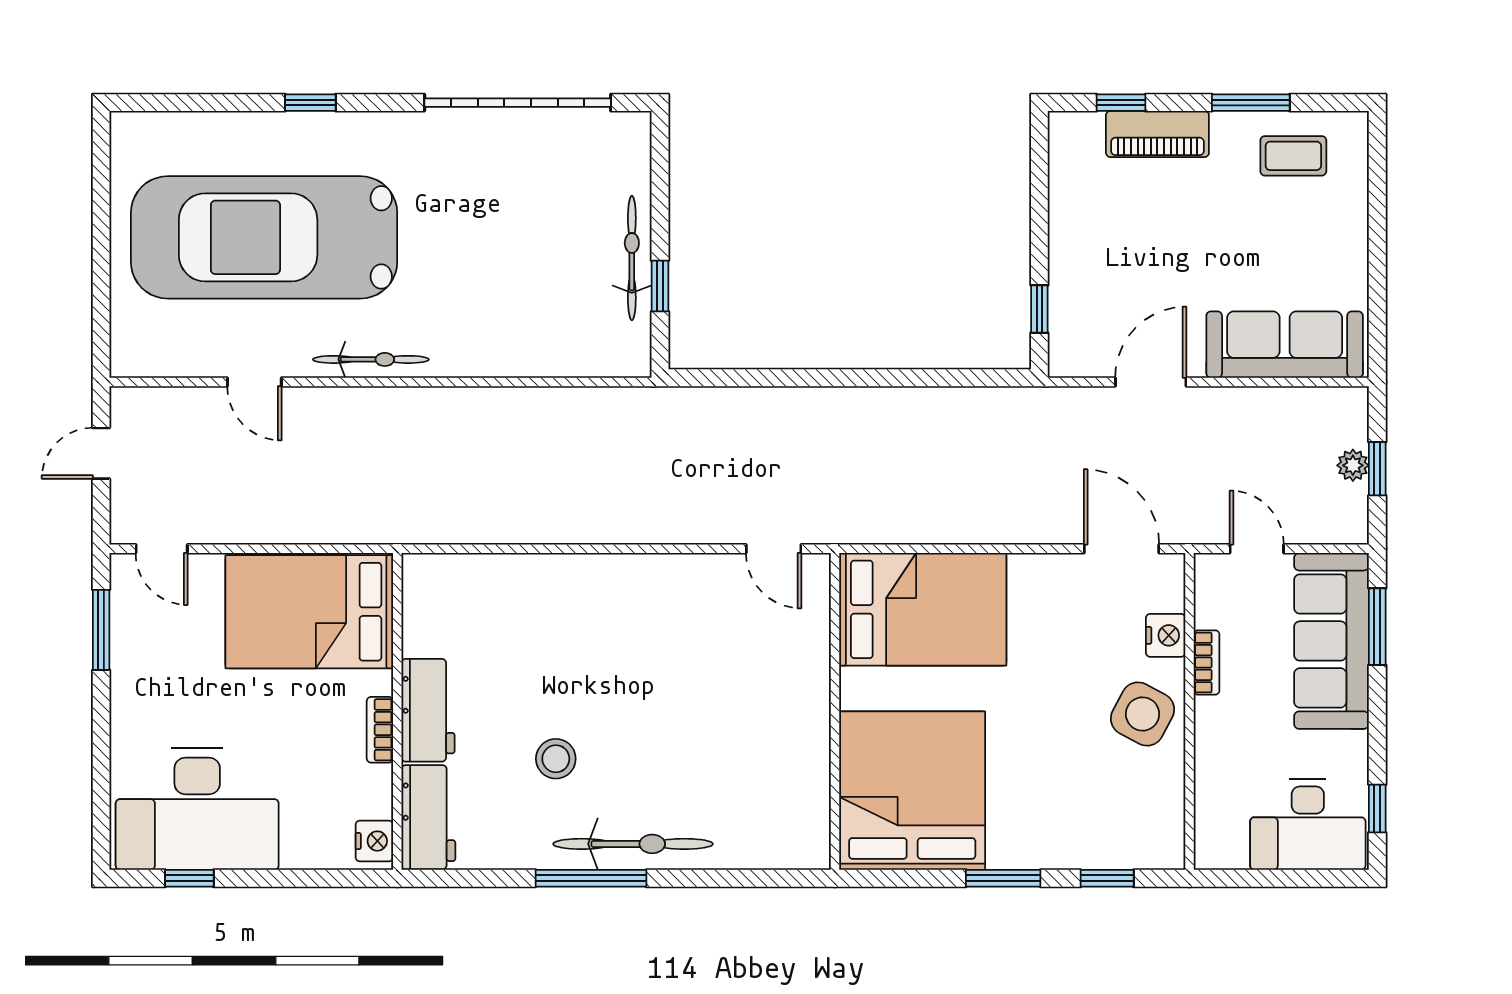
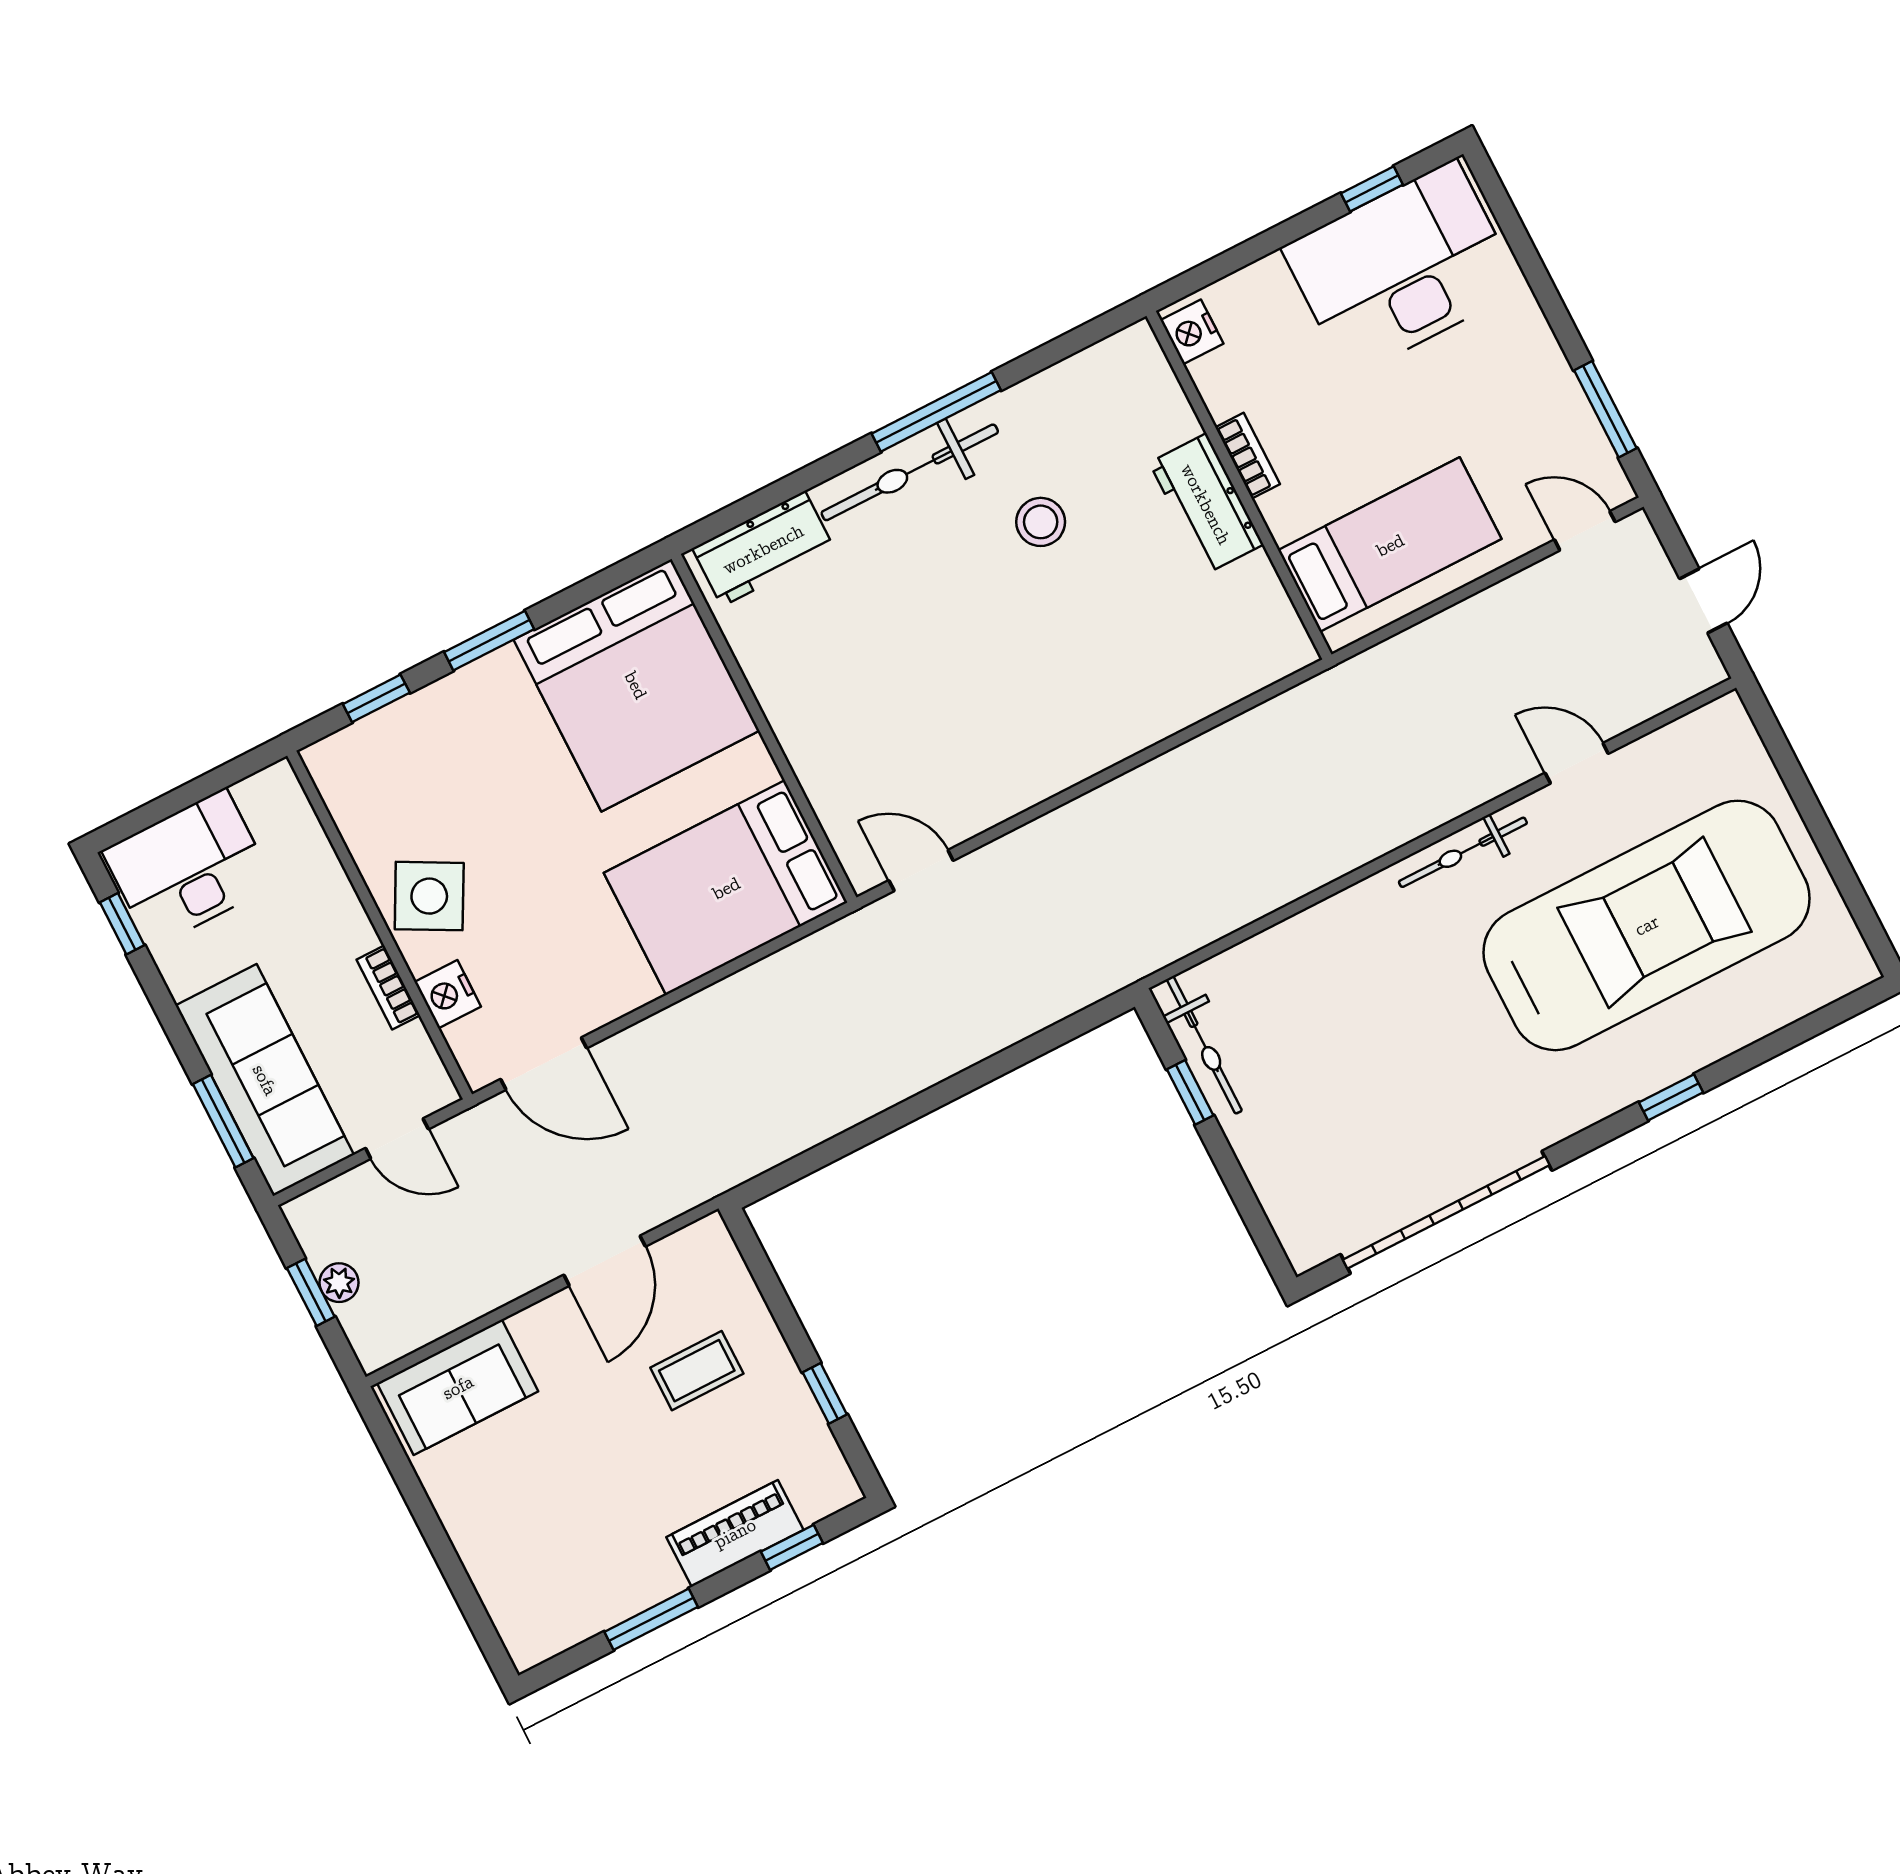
coffee table: (1293, 156) -> (697, 1371), moved
bicycle: (632, 258) -> (1204, 1045), moved
window: (1039, 309) -> (825, 1393), moved
sofa: (1285, 345) -> (458, 1387), width x0.73
bed: (309, 612) -> (1390, 545), width x0.67
workbench: (428, 817) -> (763, 549), moved, turned -90

